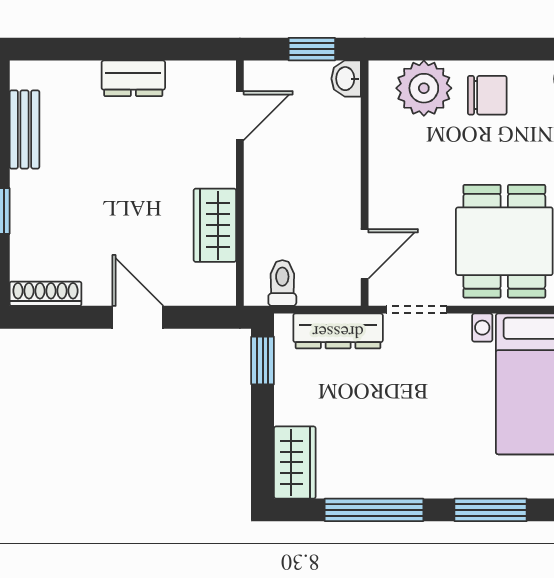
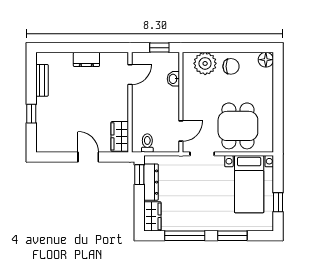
washbasin: (346, 79) -> (173, 79), moved
wardrobe: (215, 225) -> (120, 136), moved
shoe rack: (45, 294) -> (51, 147), removed
dresser: (338, 331) -> (151, 182), moved, turned -90

